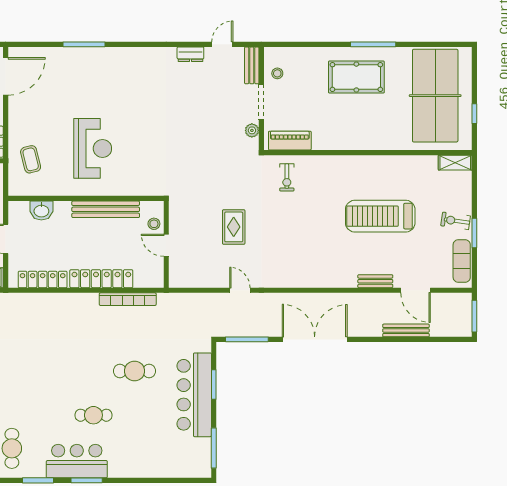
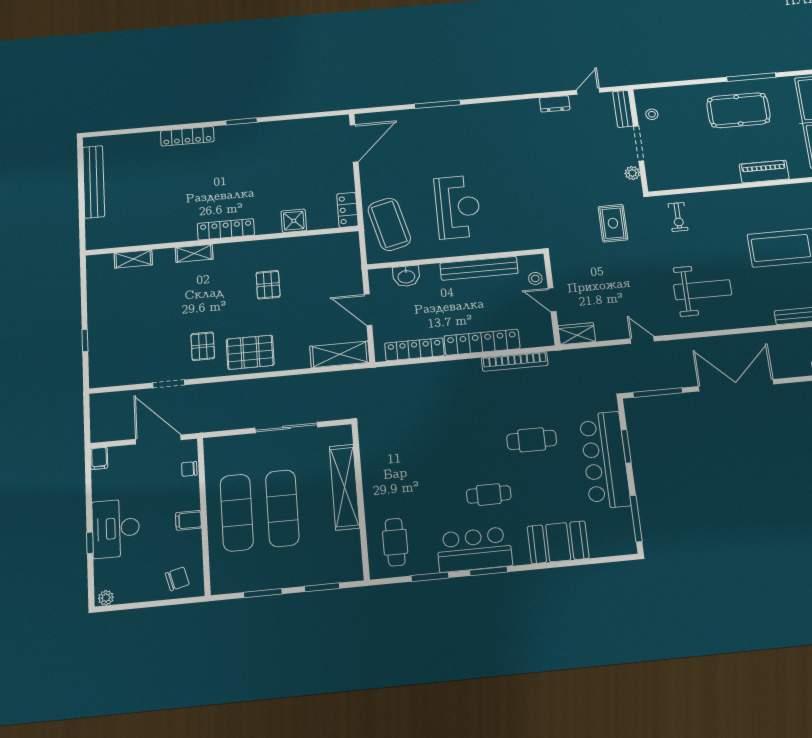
piano: (290, 141) -> (764, 172), moved
coffee table: (31, 159) -> (389, 224), width x1.86, depth x1.72
rug: (234, 227) -> (613, 223), moved
weight bench: (299, 249) -> (703, 290), added
wardrobe: (184, 279) -> (577, 334), added
booth: (147, 462) -> (558, 542), added

